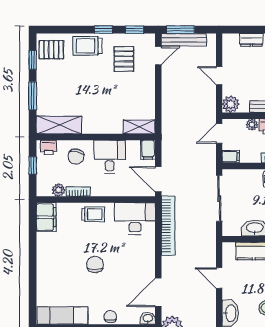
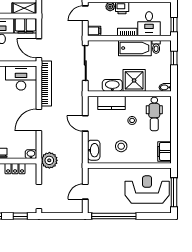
filing cabinet: (148, 150) -> (25, 26), width x2.00
door: (158, 292) -> (39, 120), moved

